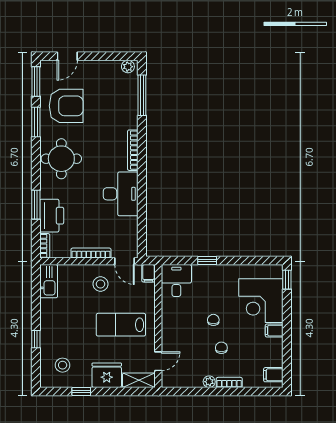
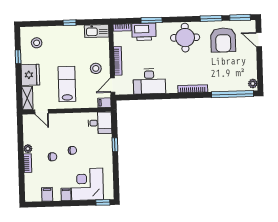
window: (142, 95) -> (233, 94), width x1.46
desk: (121, 194) -> (149, 81), moved
window: (36, 339) -> (70, 23), moved
filing cabinet: (273, 375) -> (47, 194), moved

